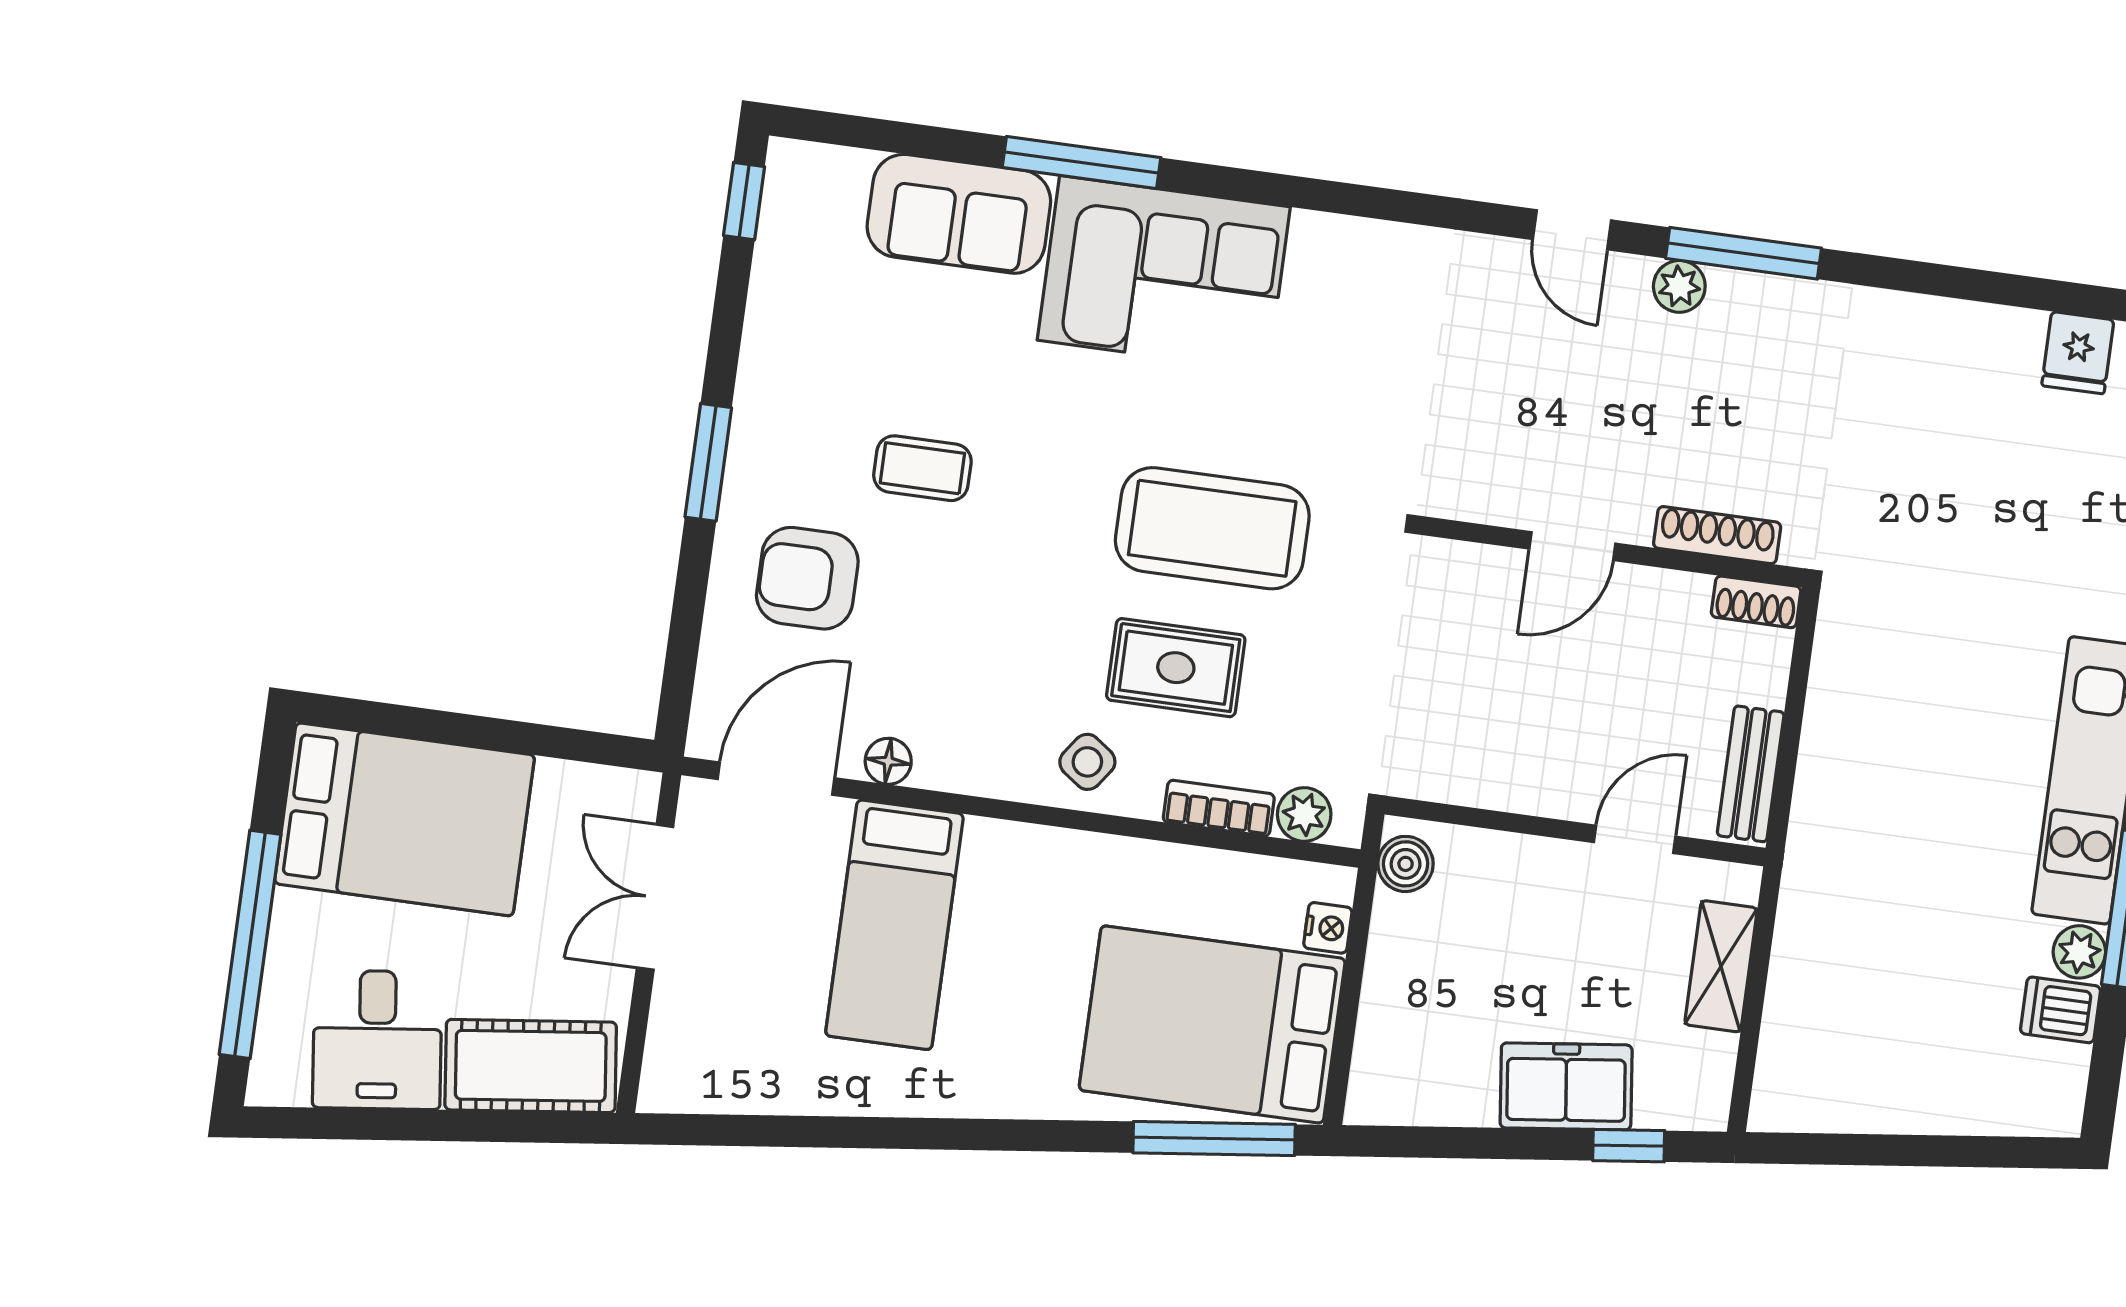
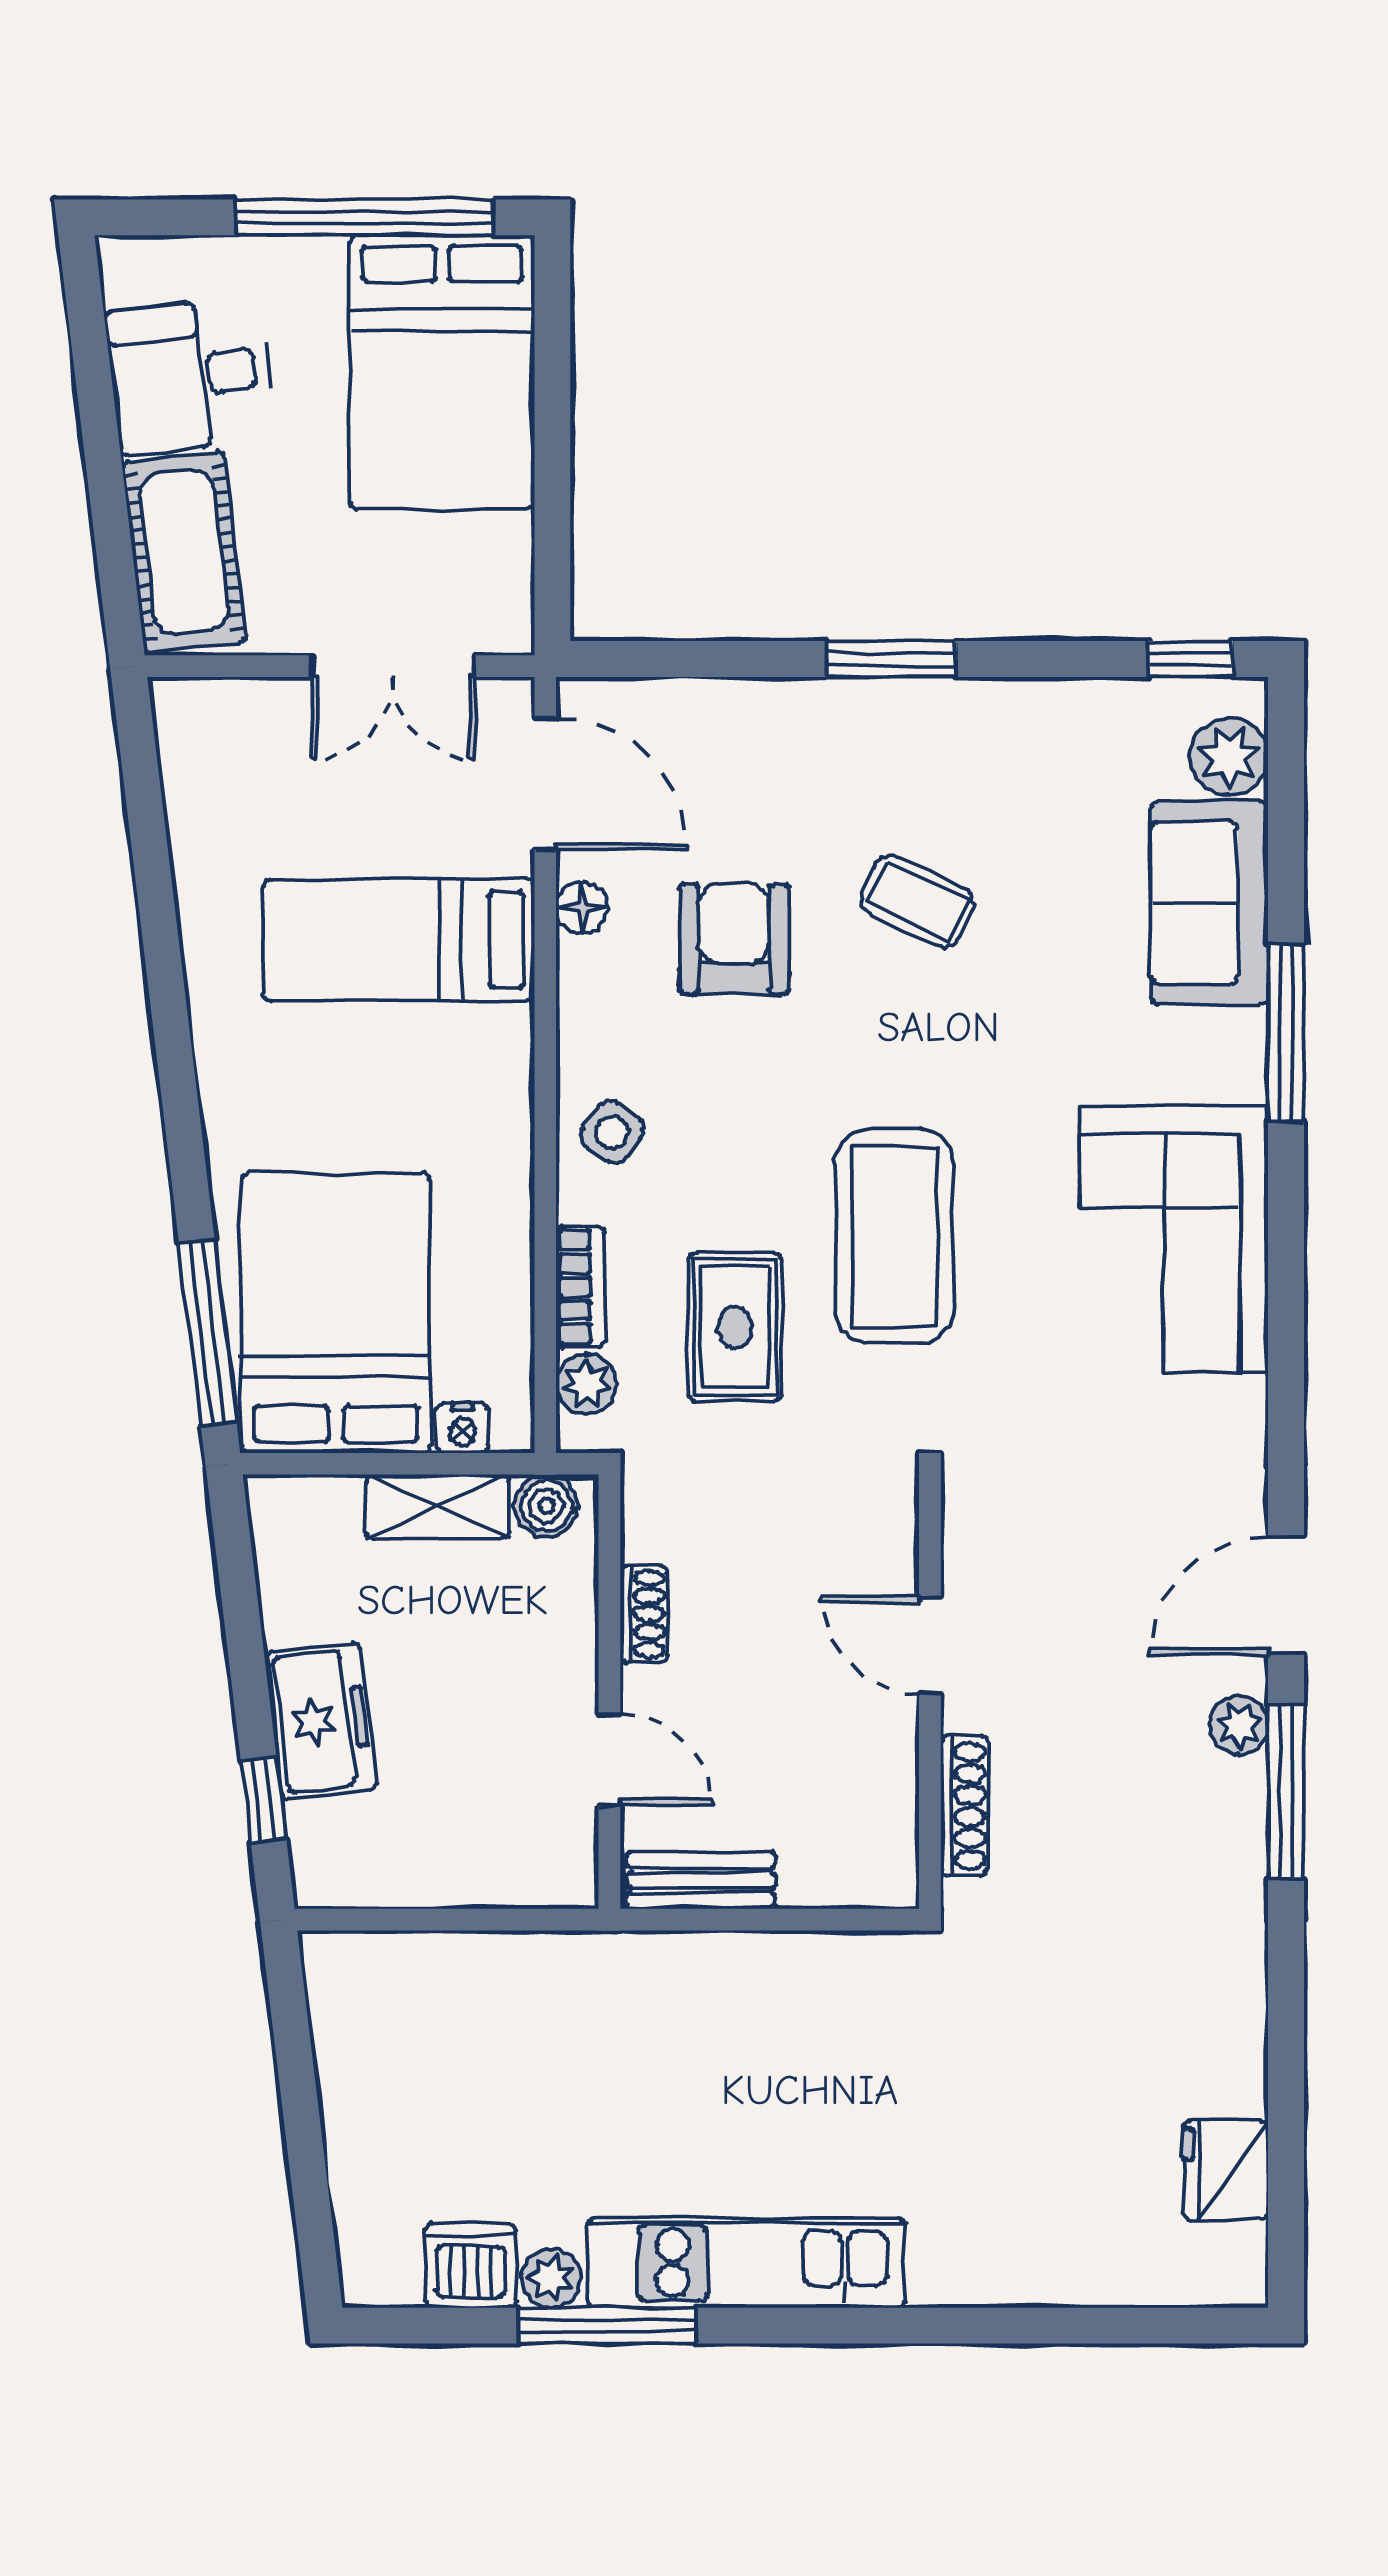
plant: (834, 179) -> (1229, 756), added
door: (1572, 230) -> (1286, 1595), width x1.38
corner sofa: (1164, 274) -> (1174, 1239), moved
fridge: (2078, 353) -> (1226, 2170), width x1.38
coffee table: (922, 468) -> (917, 901), turned -65
armchair: (807, 578) -> (734, 939), moved
shoe rack: (1756, 602) -> (644, 1614), moved, turned 180
rug: (1176, 668) -> (735, 1327), moved
double door: (655, 897) -> (393, 666), swing flipped
window: (250, 944) -> (364, 217), moved
shelving: (1721, 966) -> (438, 1507), moved
dishwasher: (2060, 1010) -> (471, 2266), width x1.38

